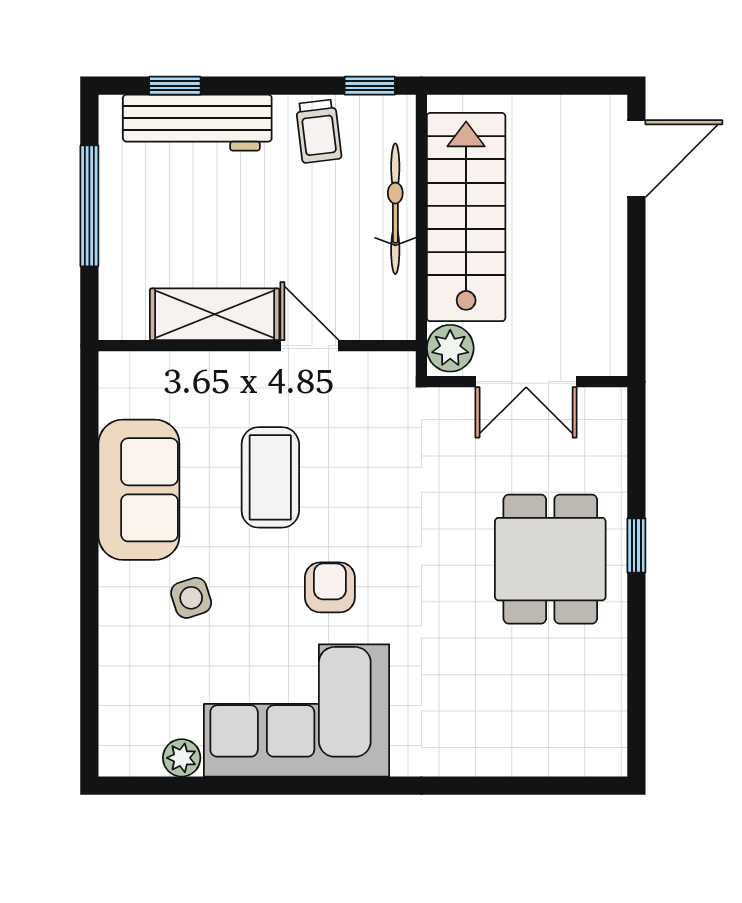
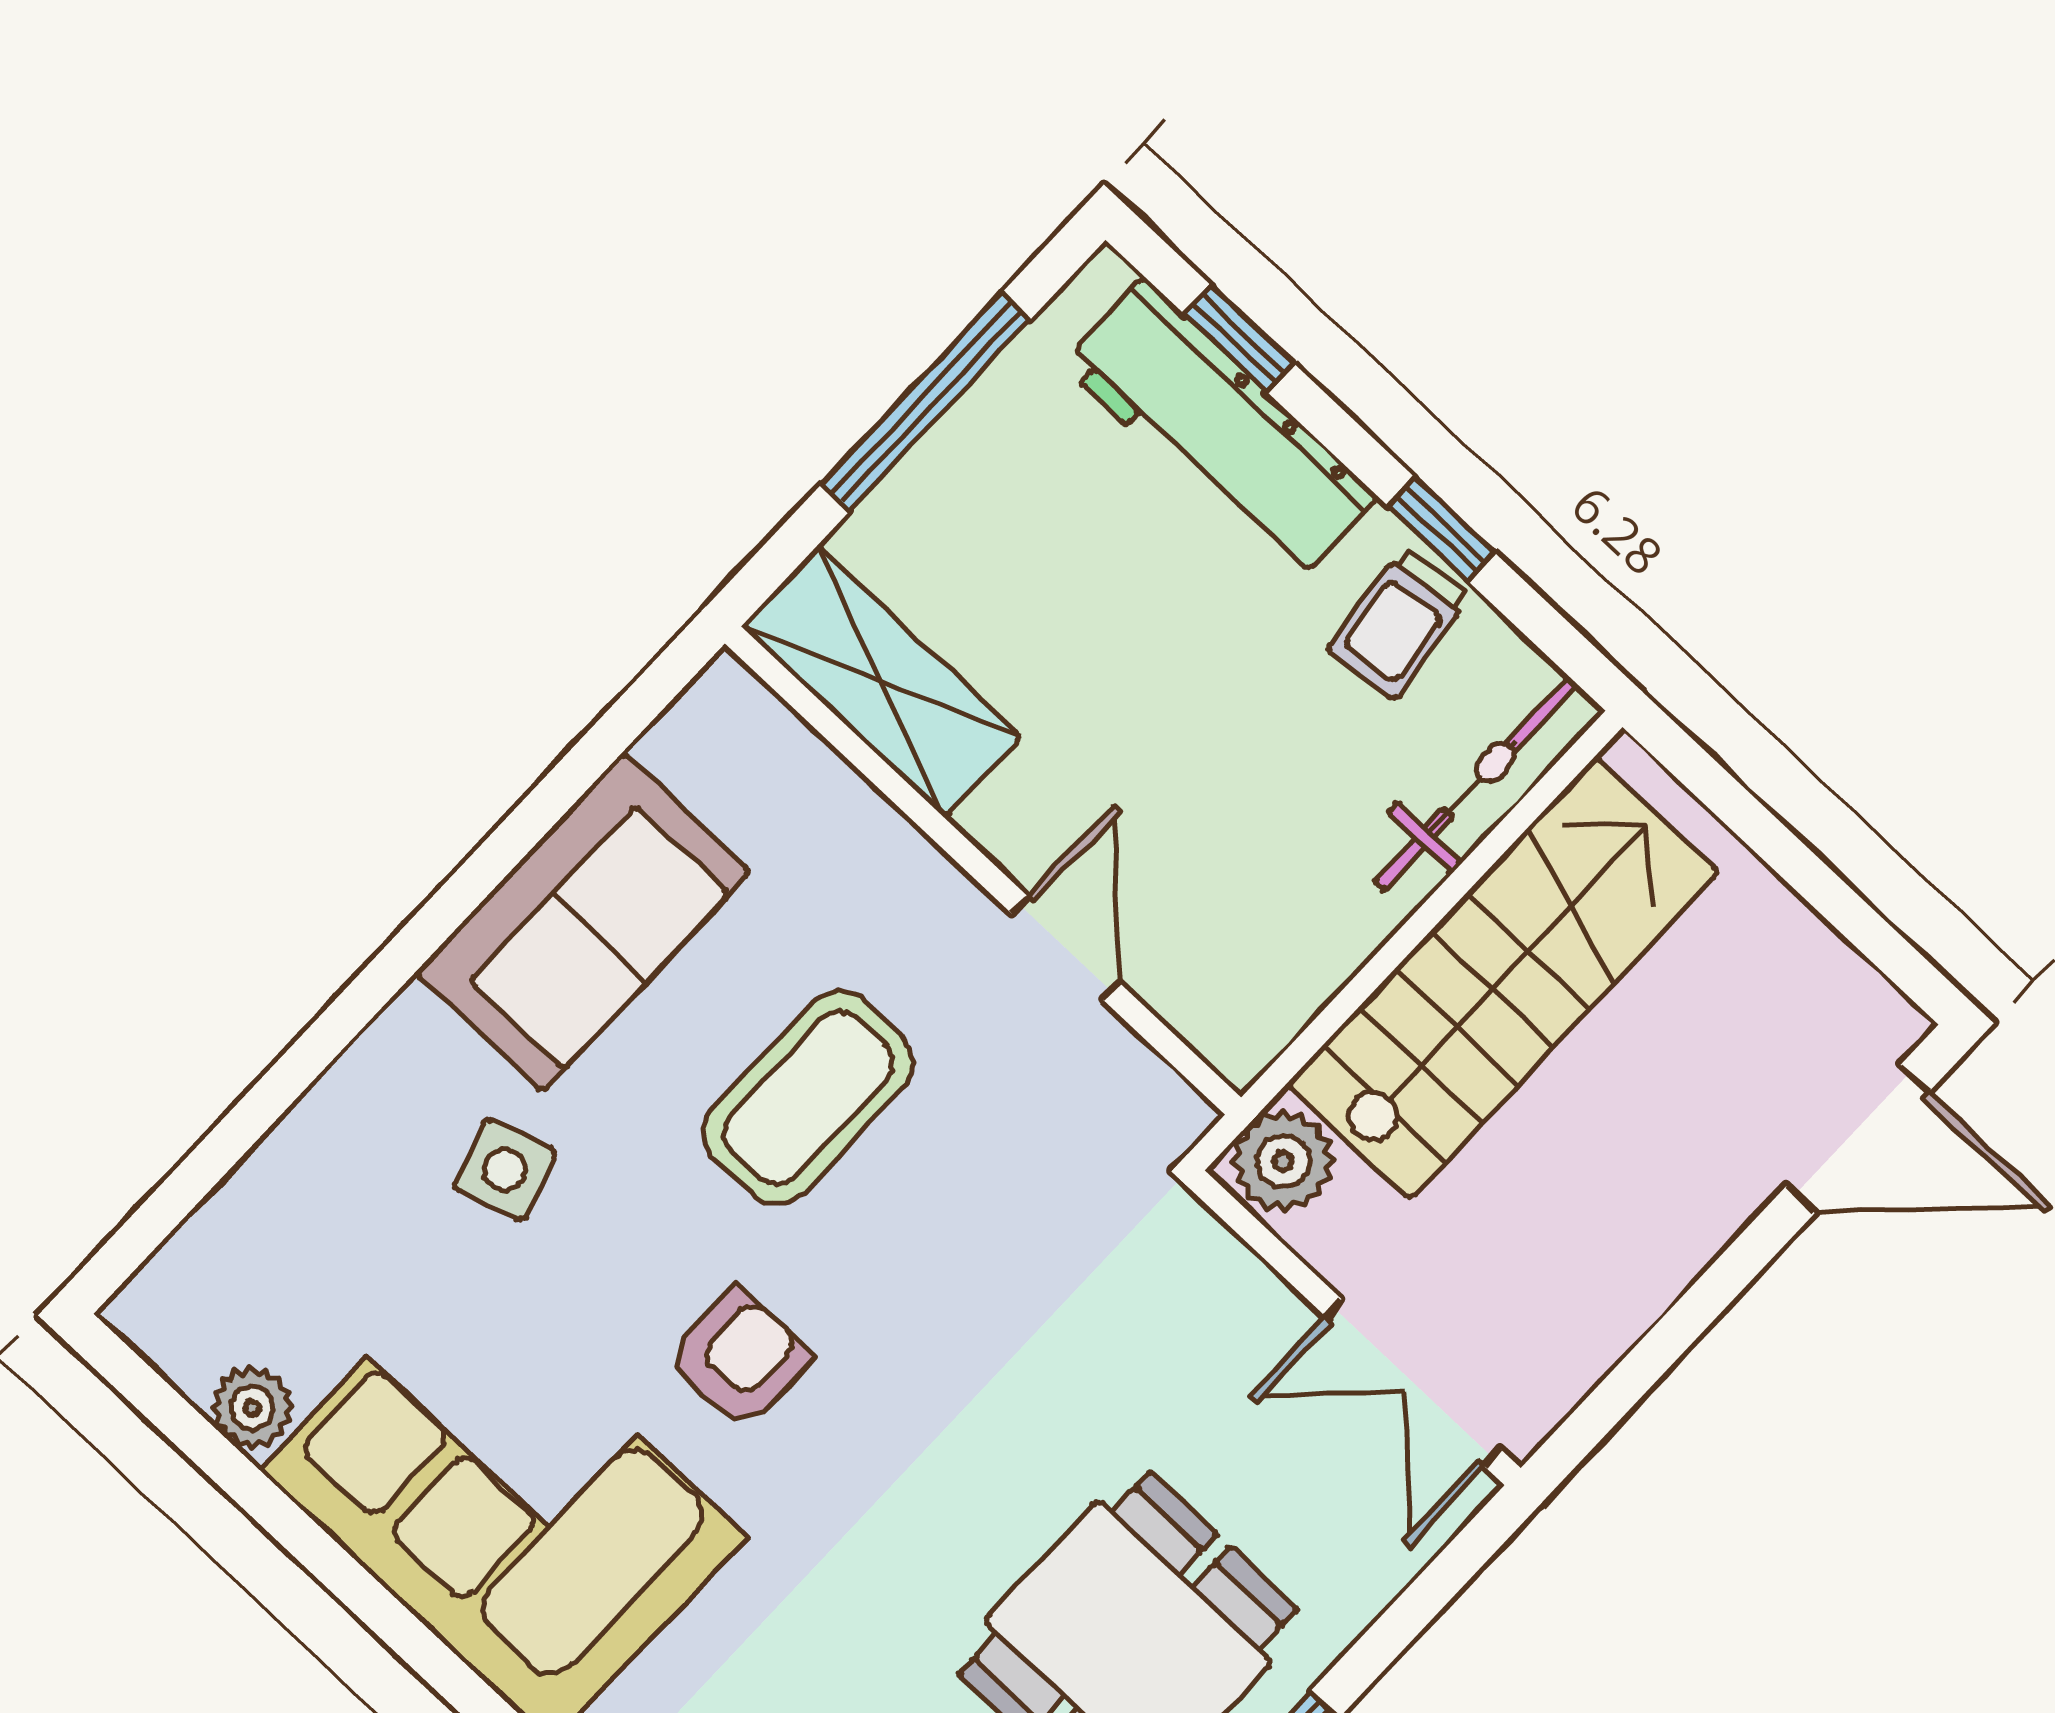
window: (370, 86) -> (1441, 529), moved
bicycle: (395, 209) -> (1476, 783), moved
shelving: (215, 314) -> (881, 682), moved
double door: (526, 382) -> (1413, 1383), moved

